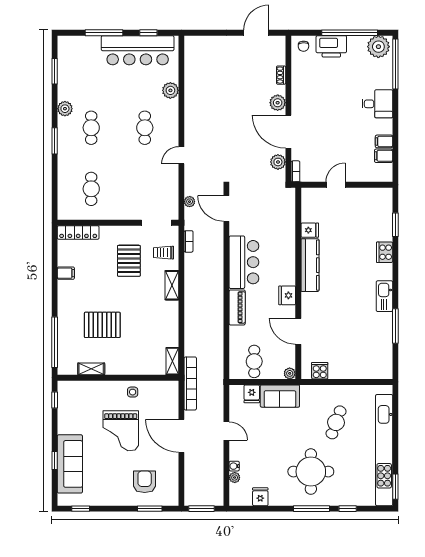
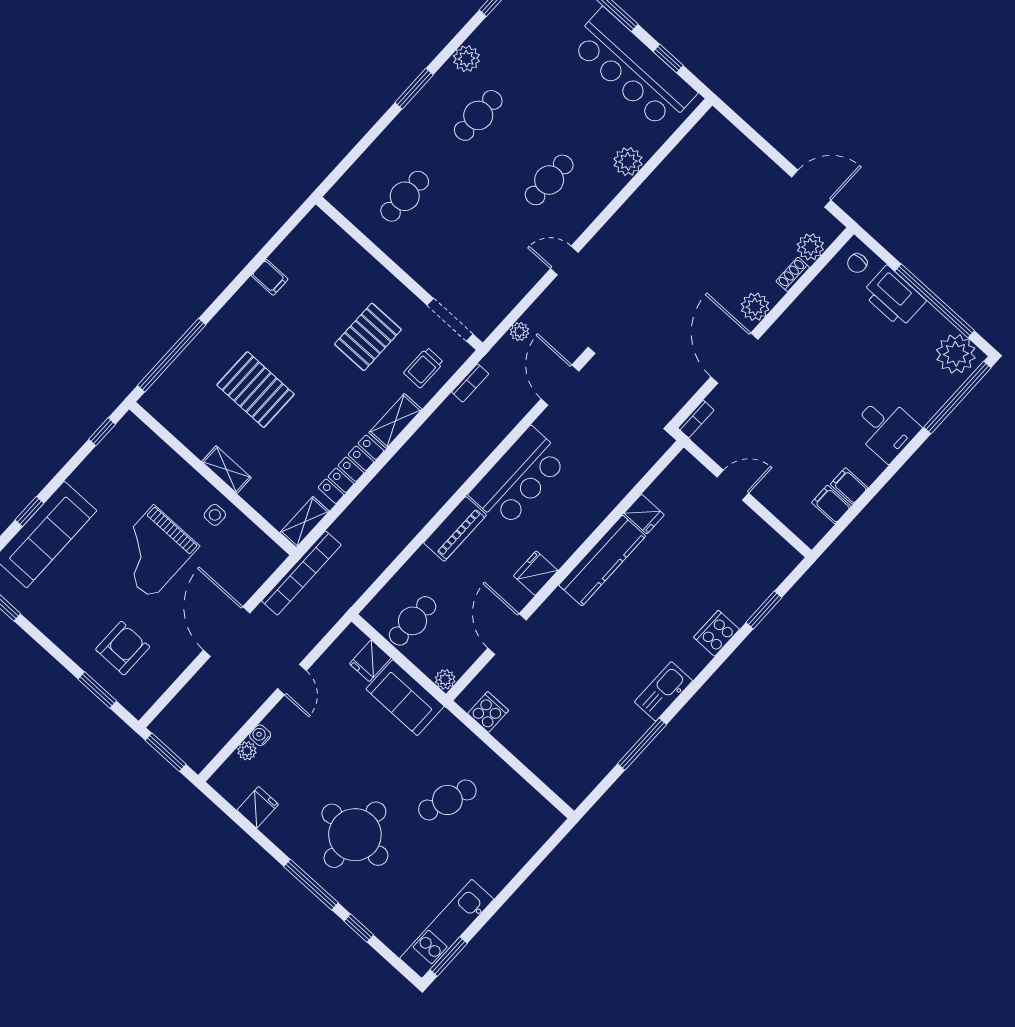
plant: (278, 162) -> (810, 247), moved
locker: (78, 232) -> (351, 469), moved, turned 90
trolley: (164, 253) -> (424, 368), turned -90
shelving: (91, 369) -> (226, 470), moved
kitchen unit: (384, 450) -> (447, 929), width x0.54

